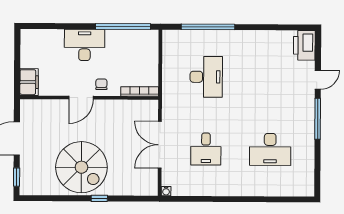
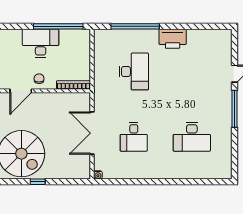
desk: (84, 45) -> (41, 43), moved
printer: (304, 45) -> (173, 39), moved, turned -90

